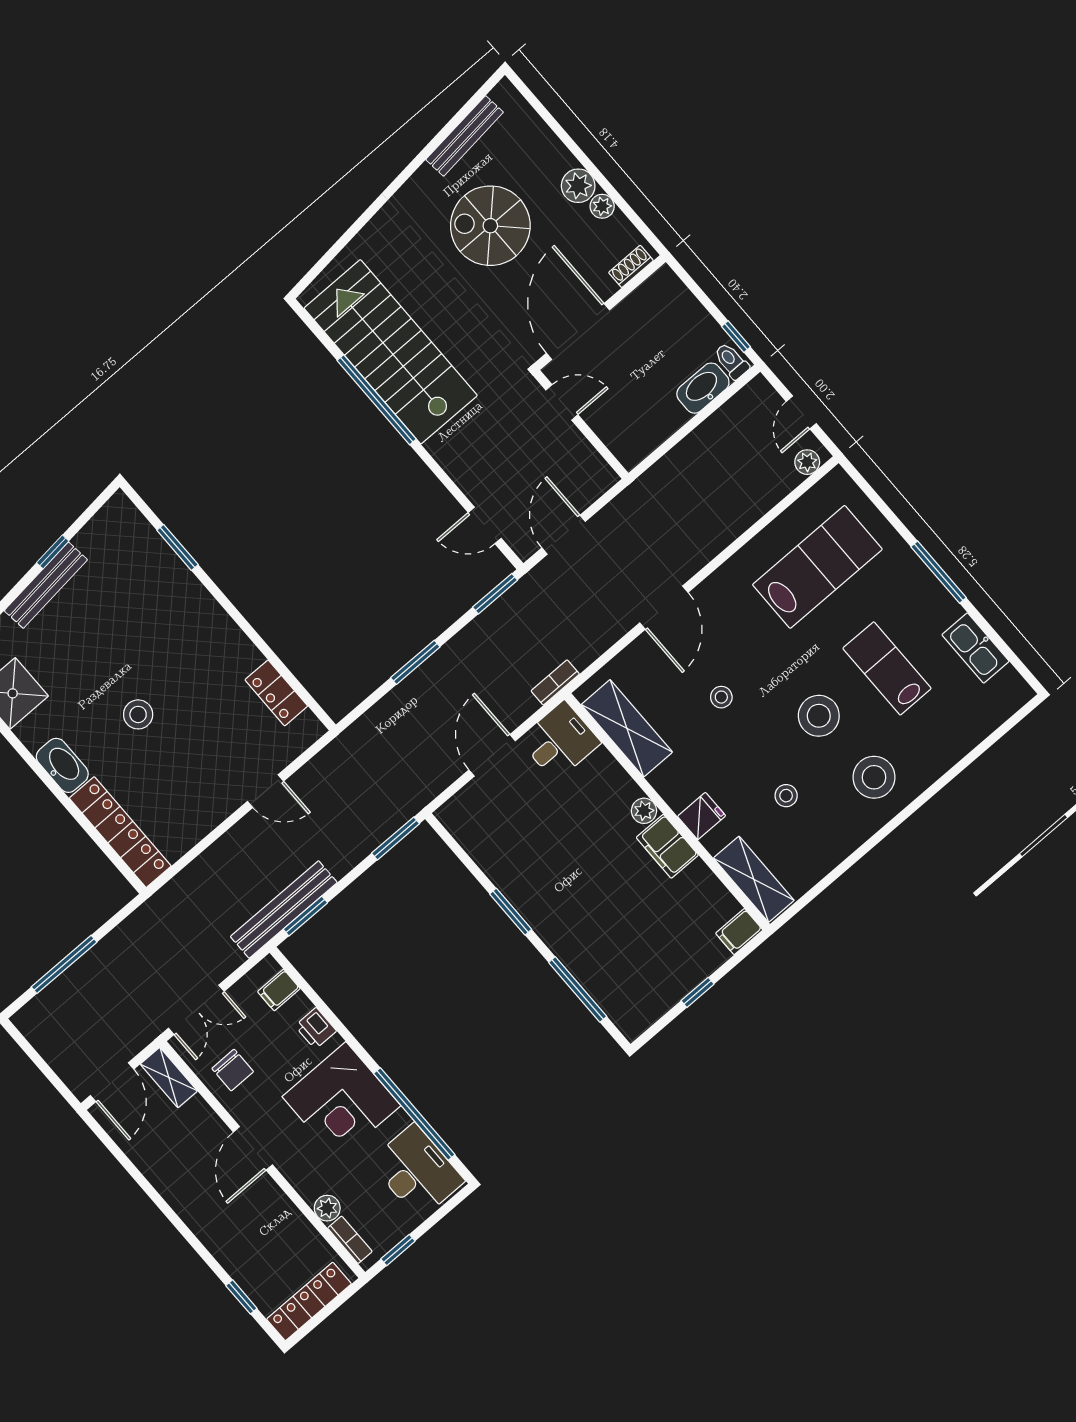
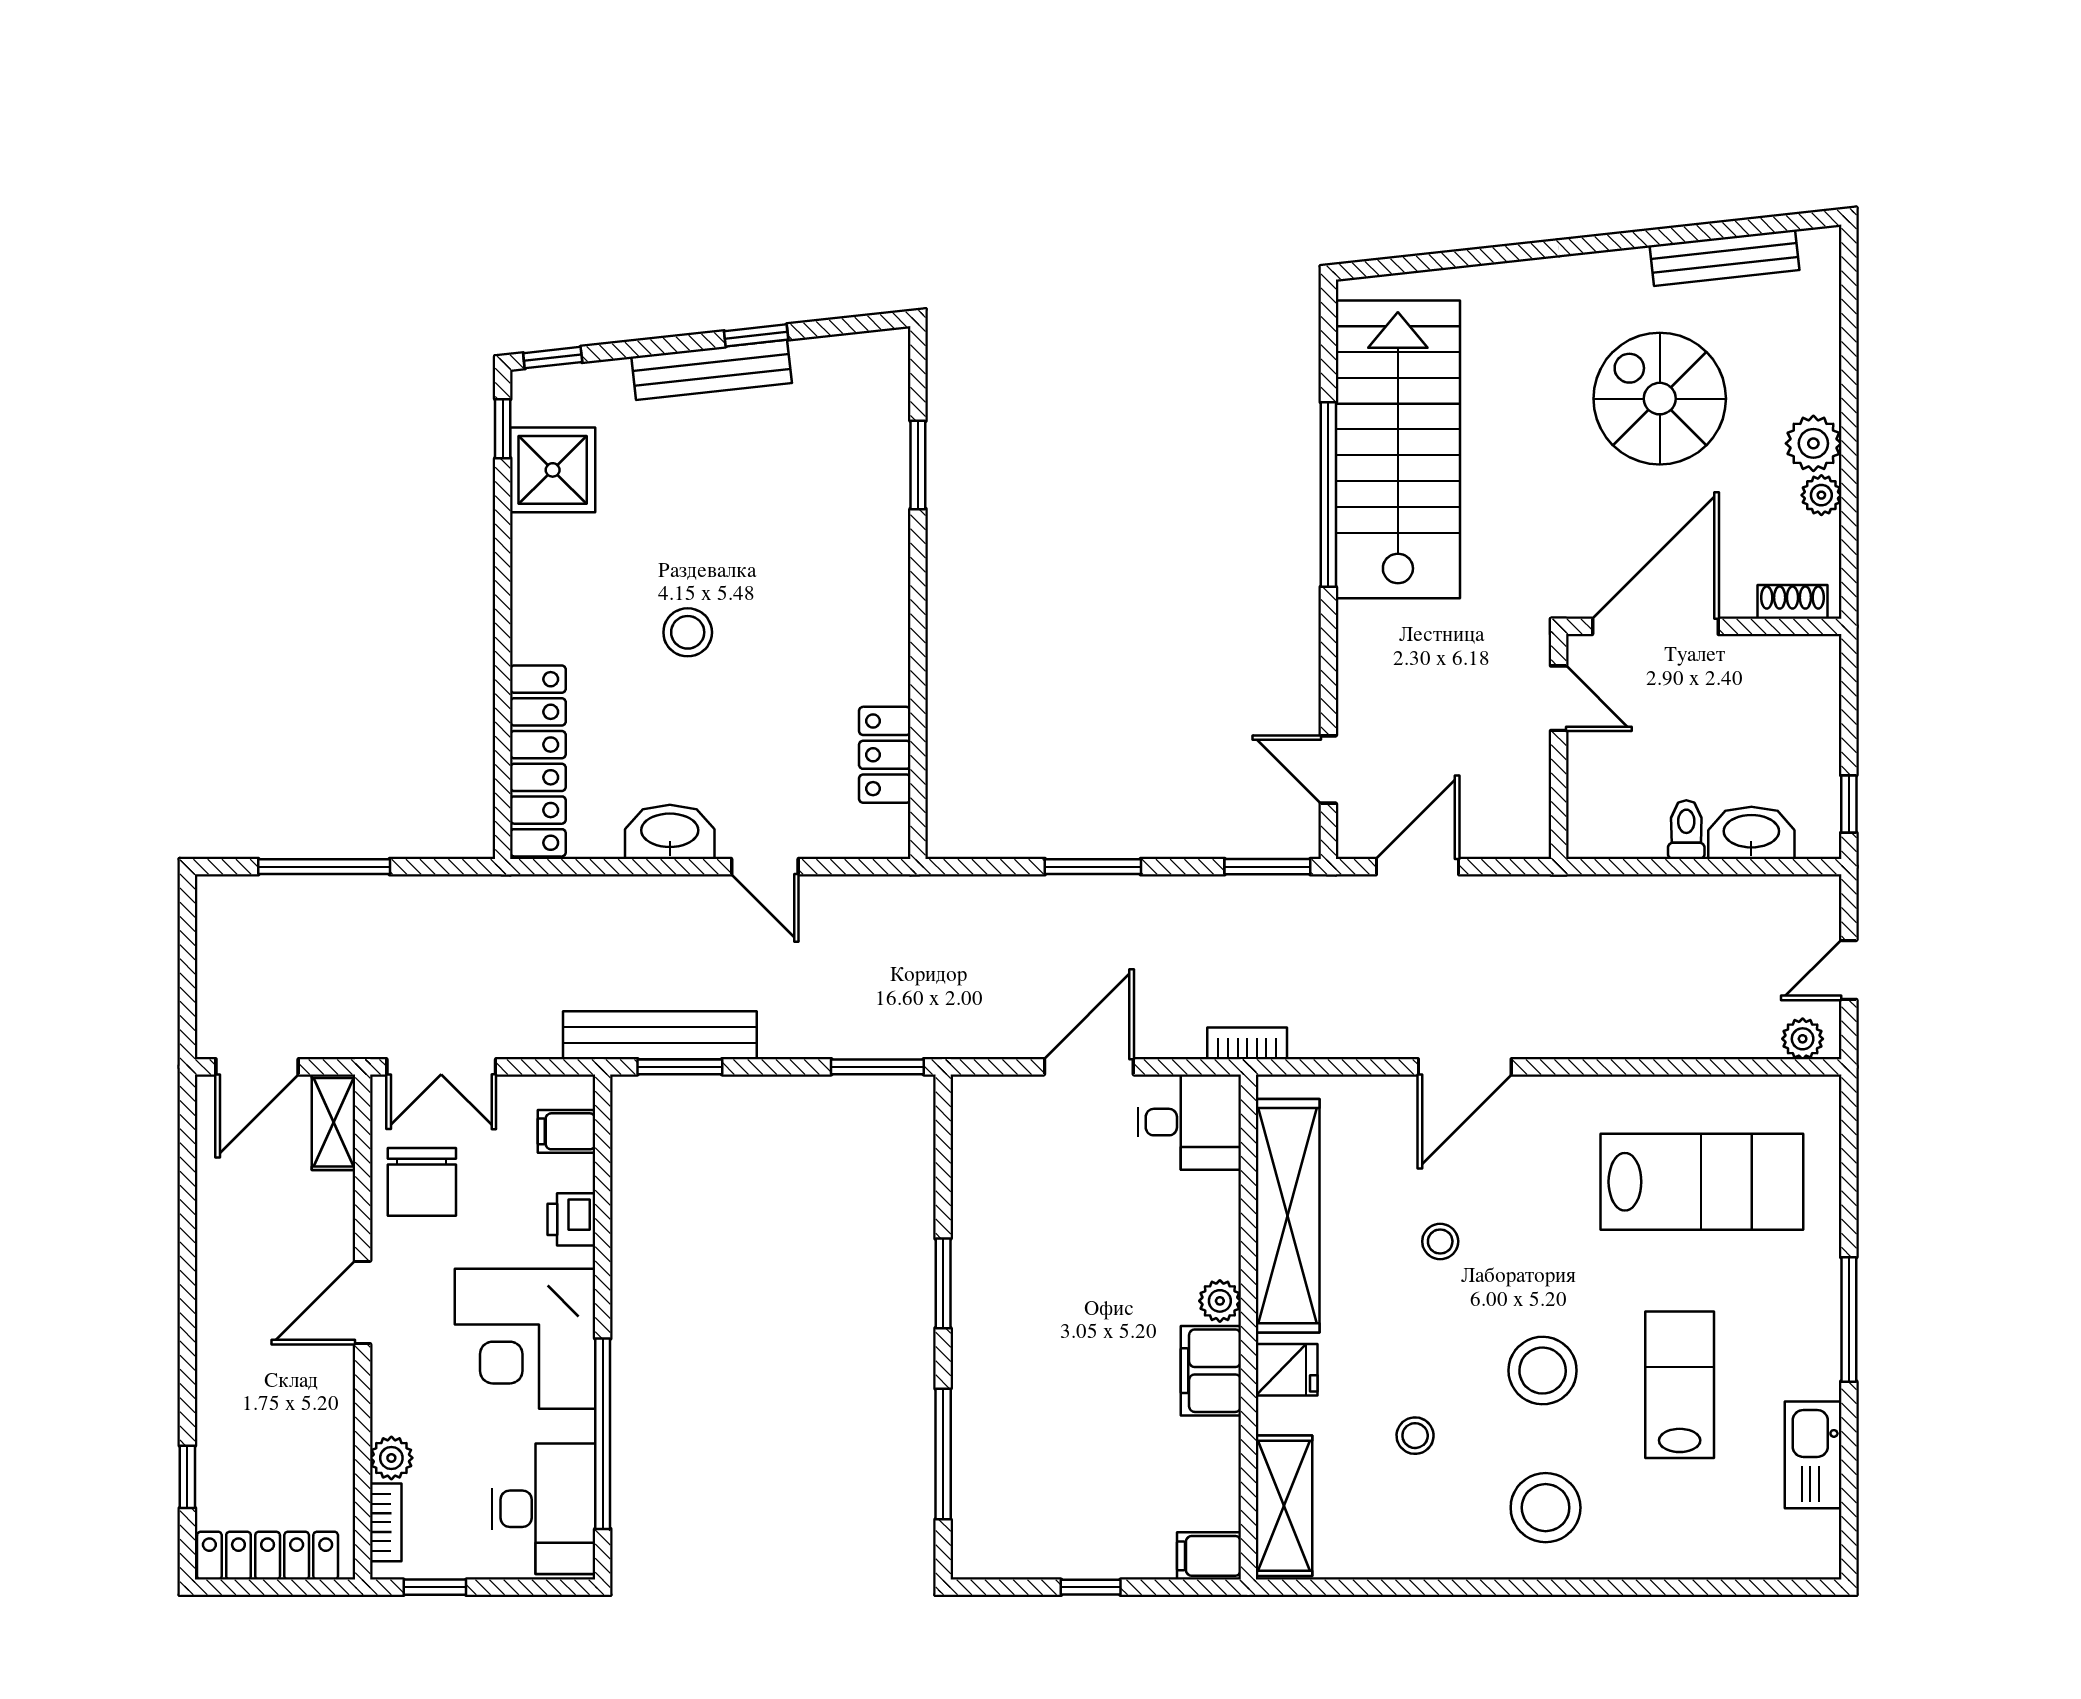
toilet: (731, 361) -> (1686, 830), moved
shelving: (627, 728) -> (1288, 1216), width x1.47
washbasin: (62, 765) -> (670, 832), moved, turned -90
chair: (233, 1070) -> (422, 1182), width x1.37, depth x1.37

